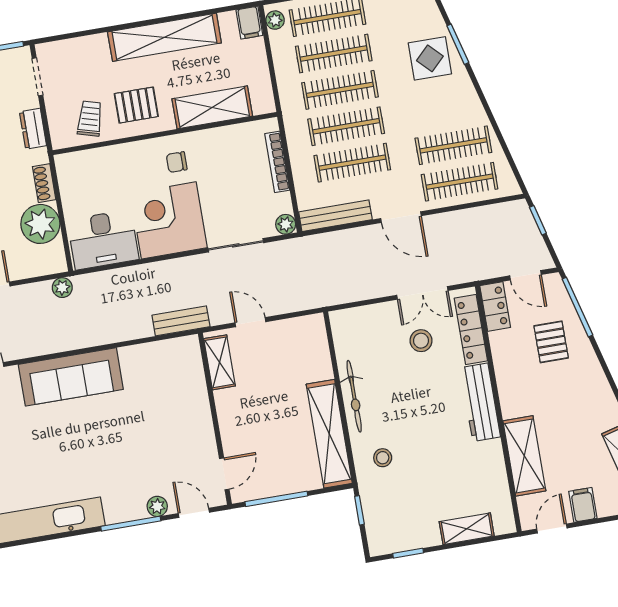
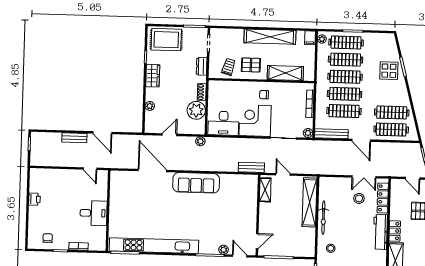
locker: (495, 306) -> (395, 231), moved
shelving: (329, 434) -> (310, 202), moved

